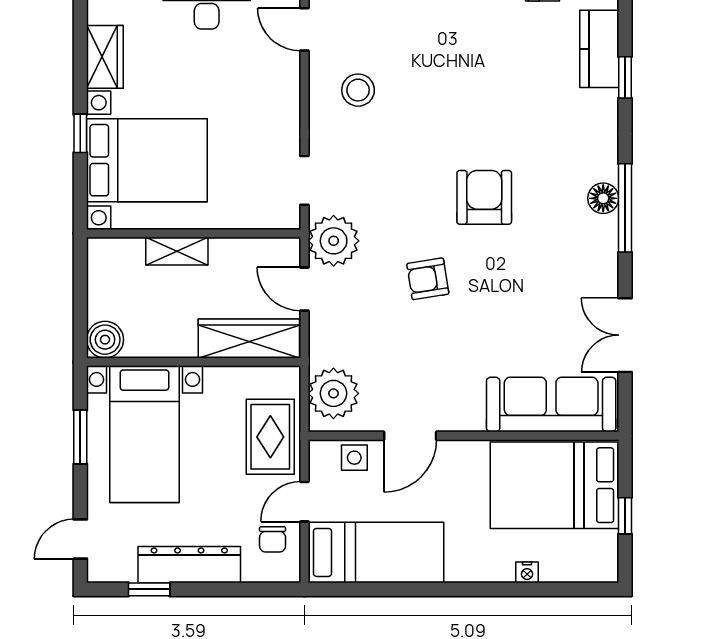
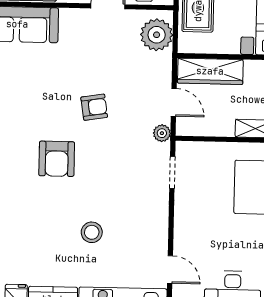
stool: (358, 90) -> (92, 232), moved
plant: (334, 241) -> (162, 133), width x0.53, depth x0.53

